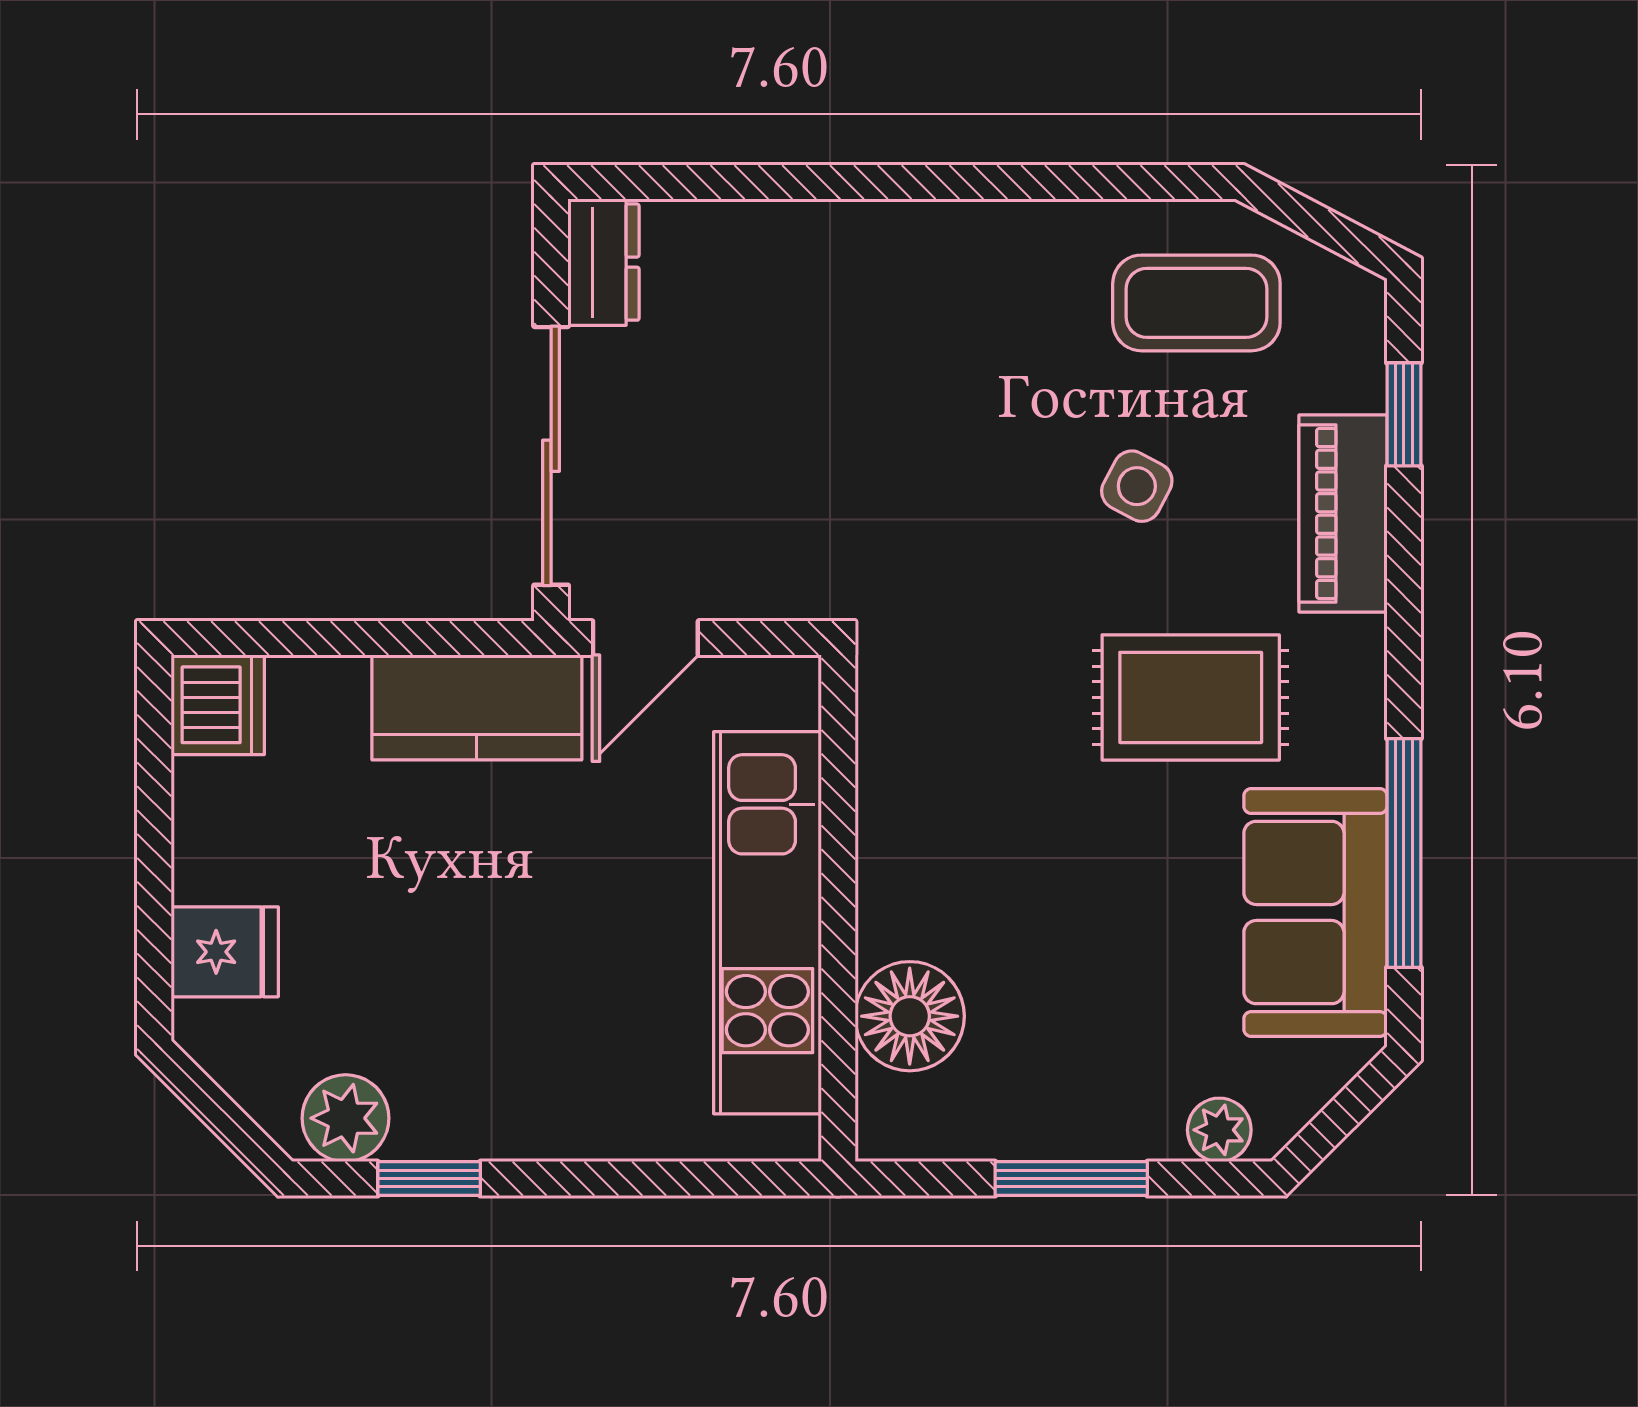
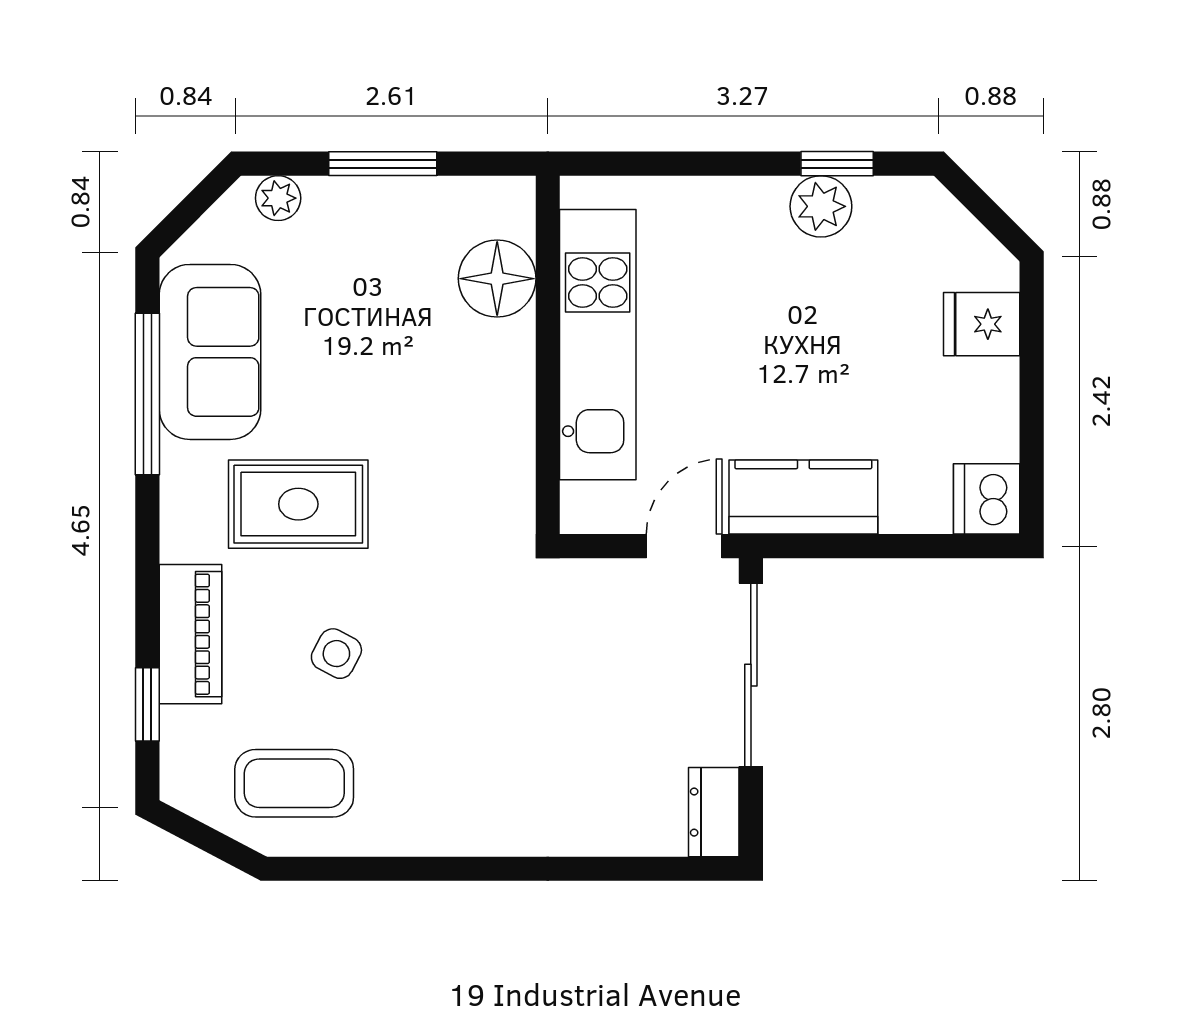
plant: (346, 1118) -> (821, 206), moved

